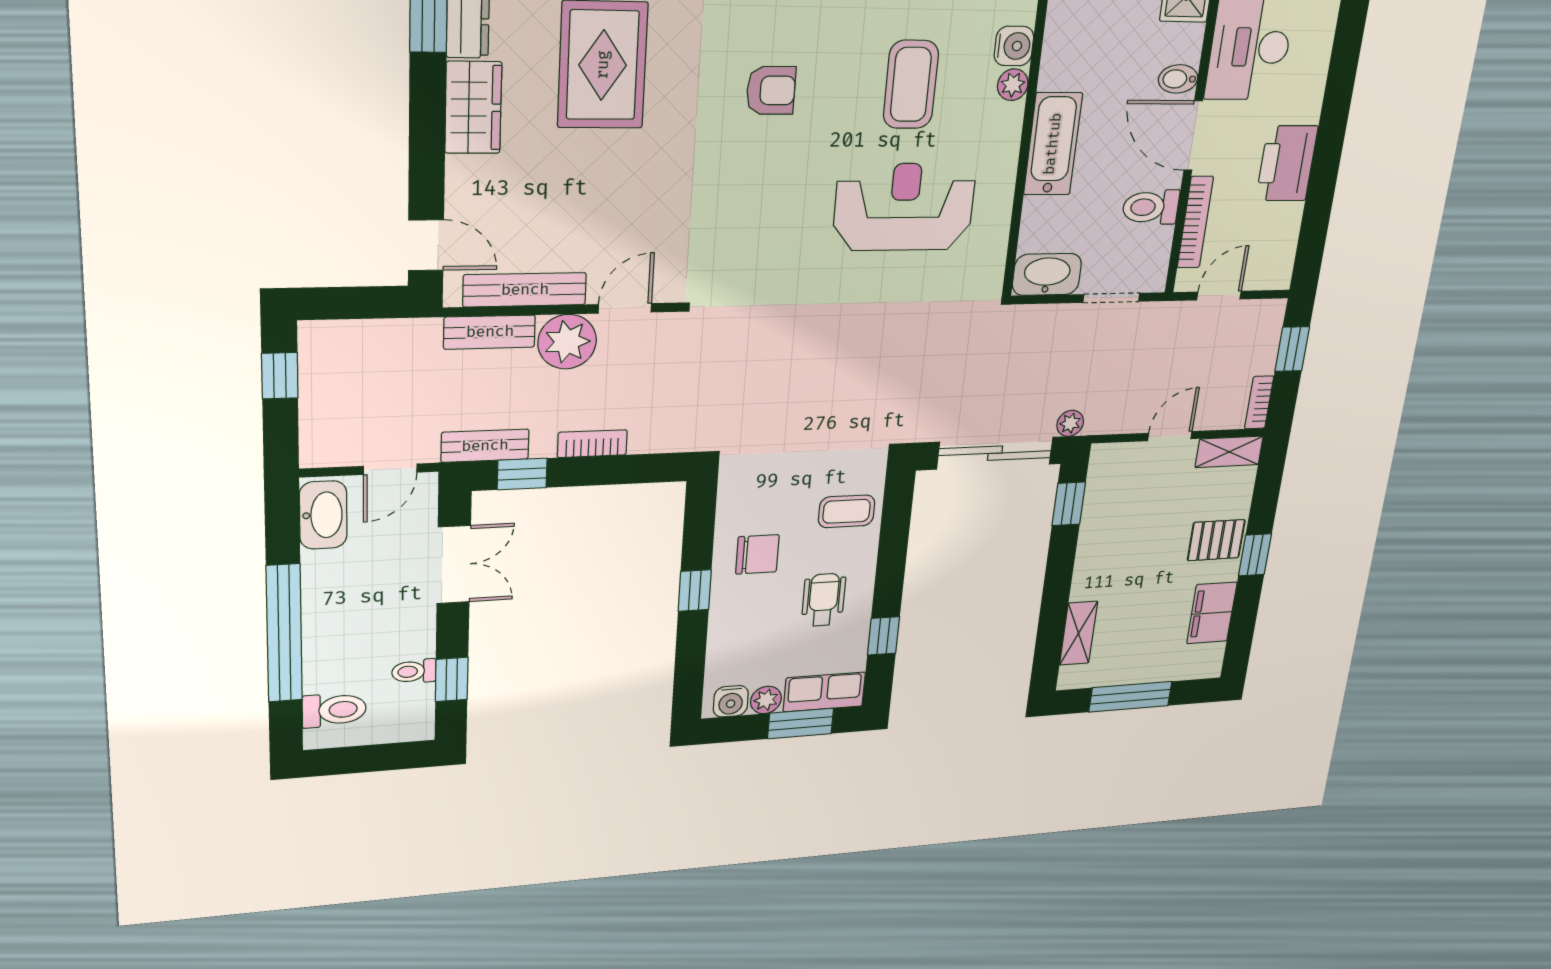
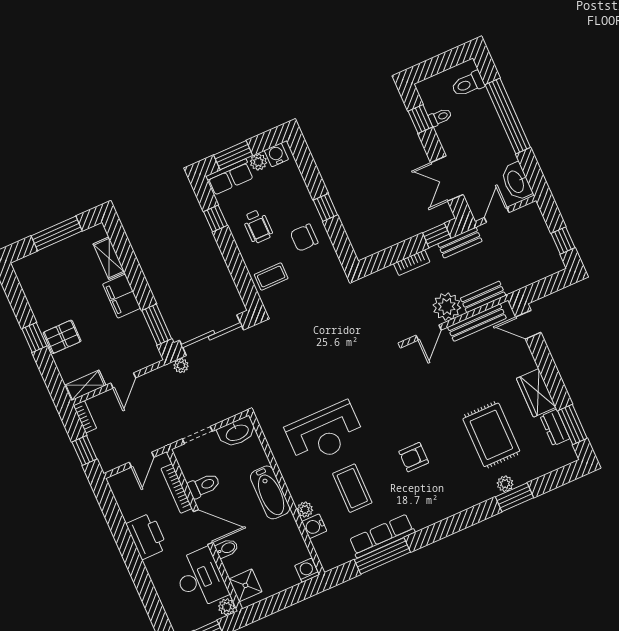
window: (1069, 504) -> (157, 325), width x1.50
filing cabinet: (1212, 613) -> (122, 296), moved, turned 180

